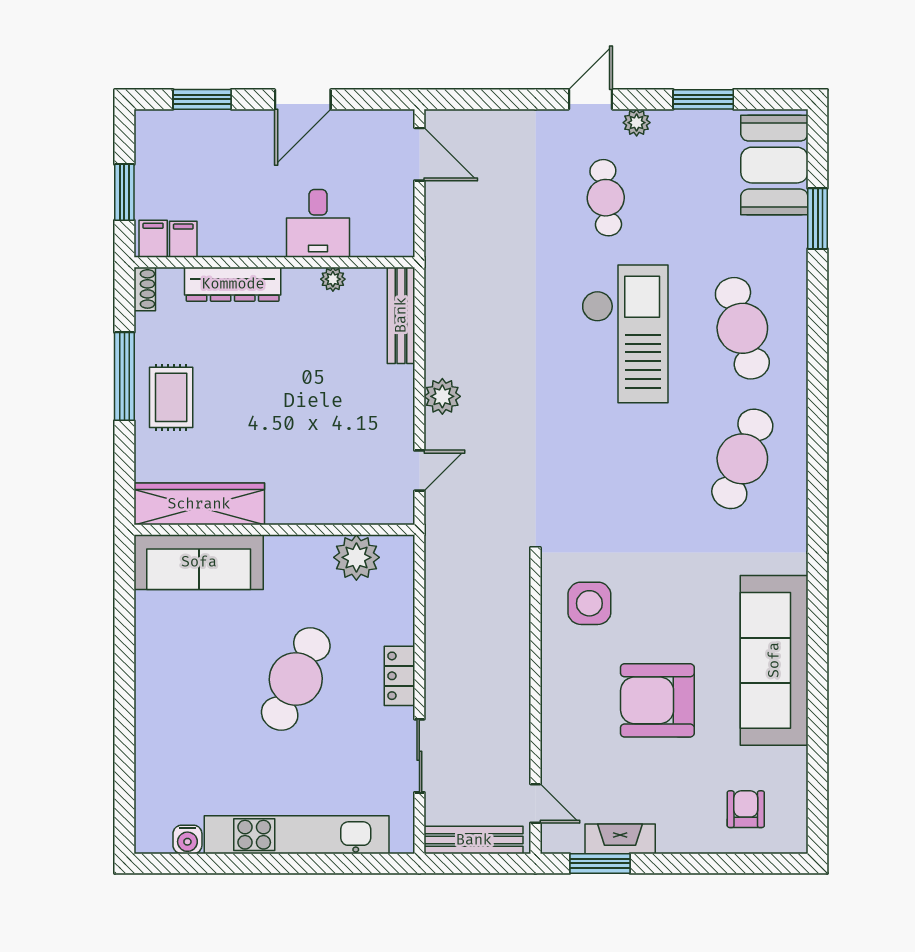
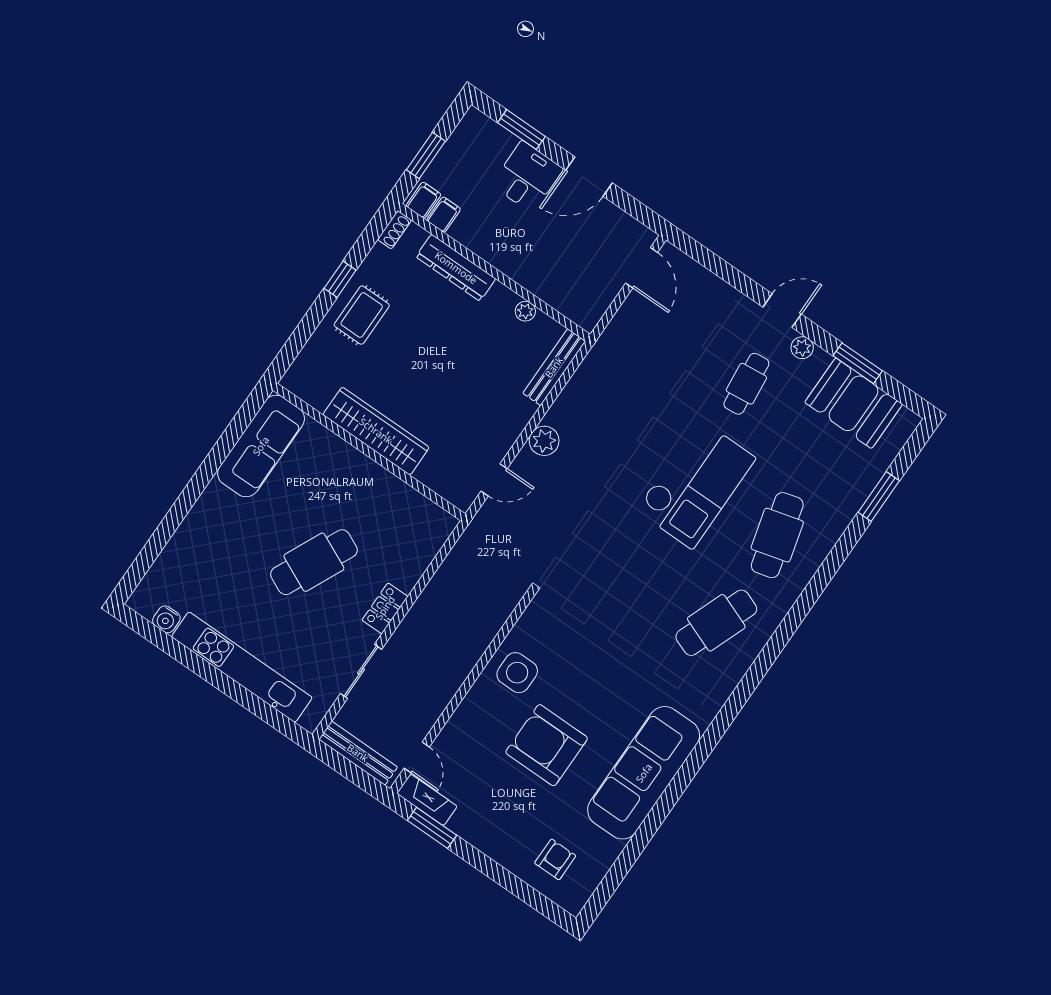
booth: (774, 165) -> (854, 403), moved, turned 90
desk: (318, 223) -> (527, 177), moved, turned 180
window: (124, 376) -> (340, 279), width x0.46
wardrobe: (199, 504) -> (376, 431), moved
plant: (356, 557) -> (411, 509), removed
sofa: (199, 562) -> (261, 446), moved, turned -90
side table: (589, 603) -> (517, 673), moved
fireplace: (620, 839) -> (427, 800), moved

